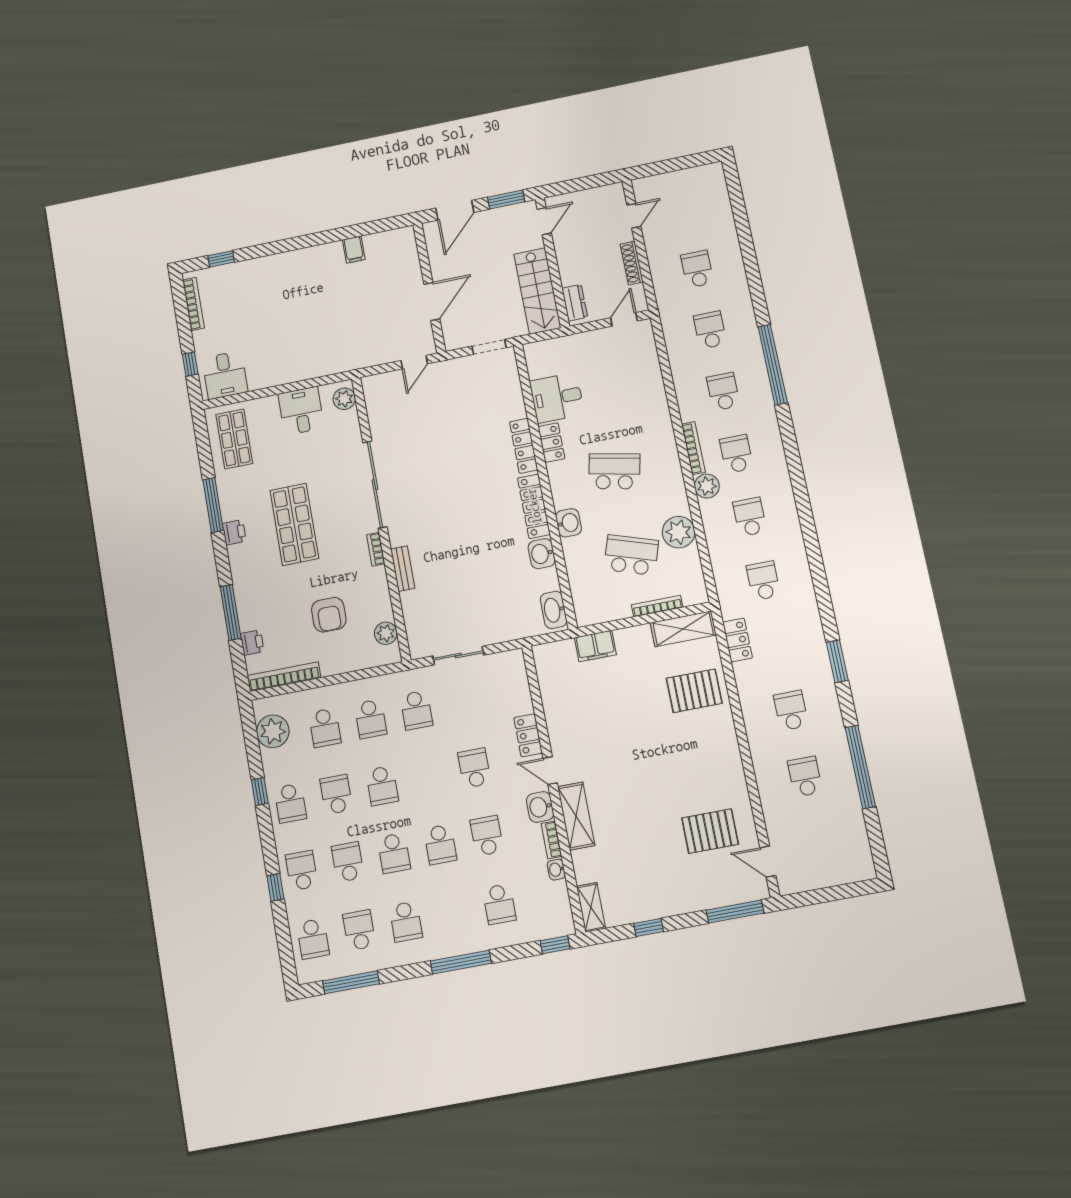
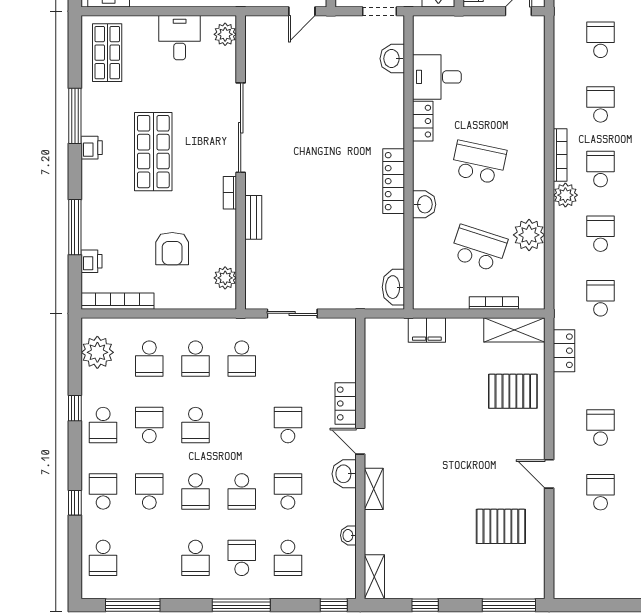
locker: (524, 446) -> (395, 119), removed
washbasin: (542, 554) -> (392, 59), moved
shelving: (576, 816) -> (374, 489), width x0.67, depth x0.75
bookcase: (552, 840) -> (349, 507), removed
door: (768, 862) -> (549, 474), moved
school desk: (359, 930) -> (242, 558), moved

